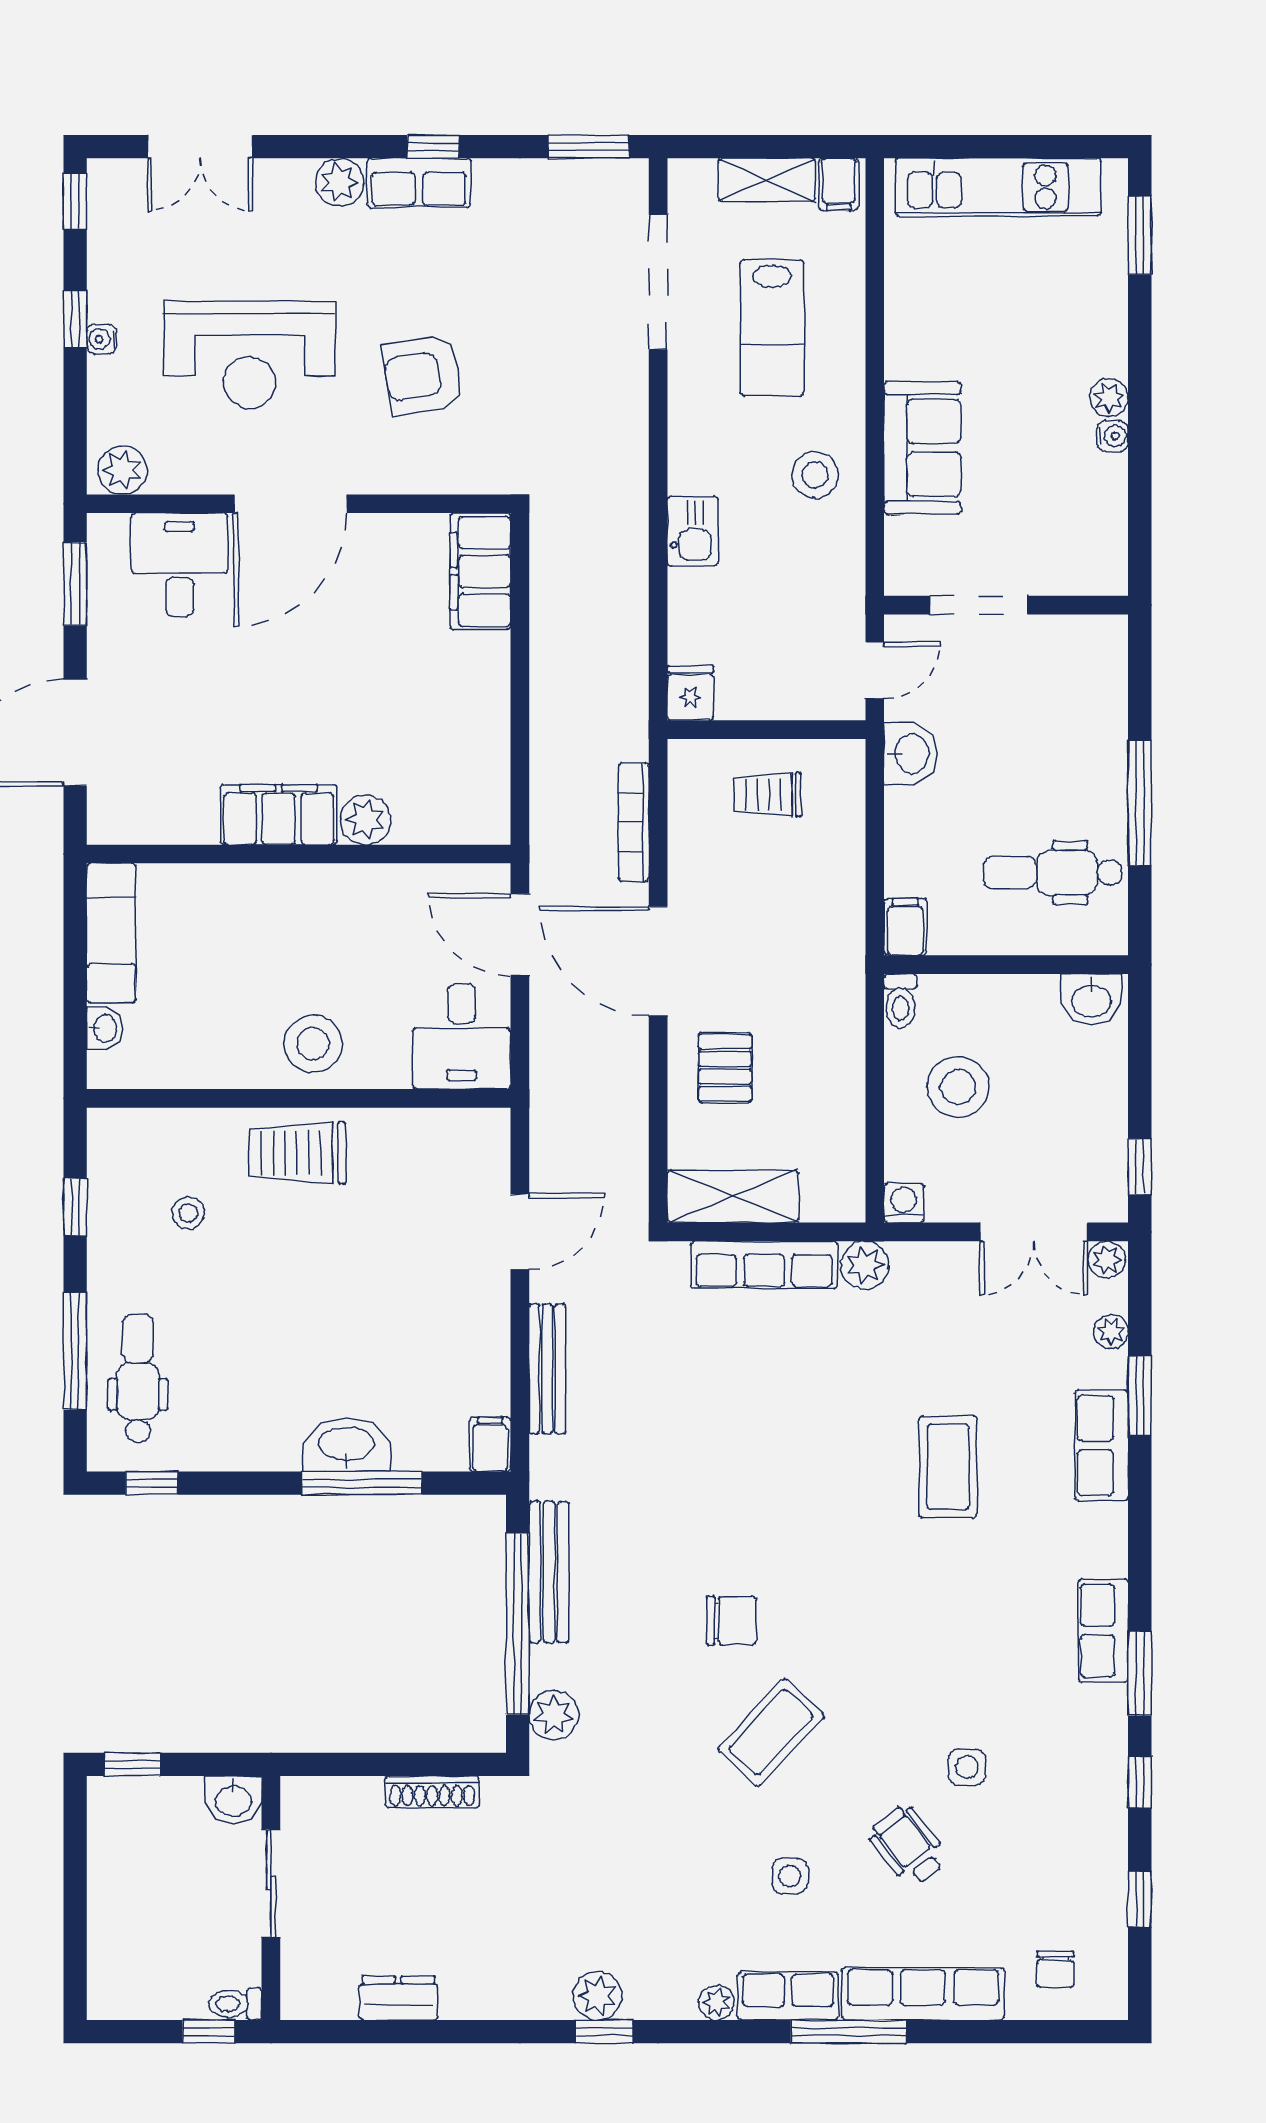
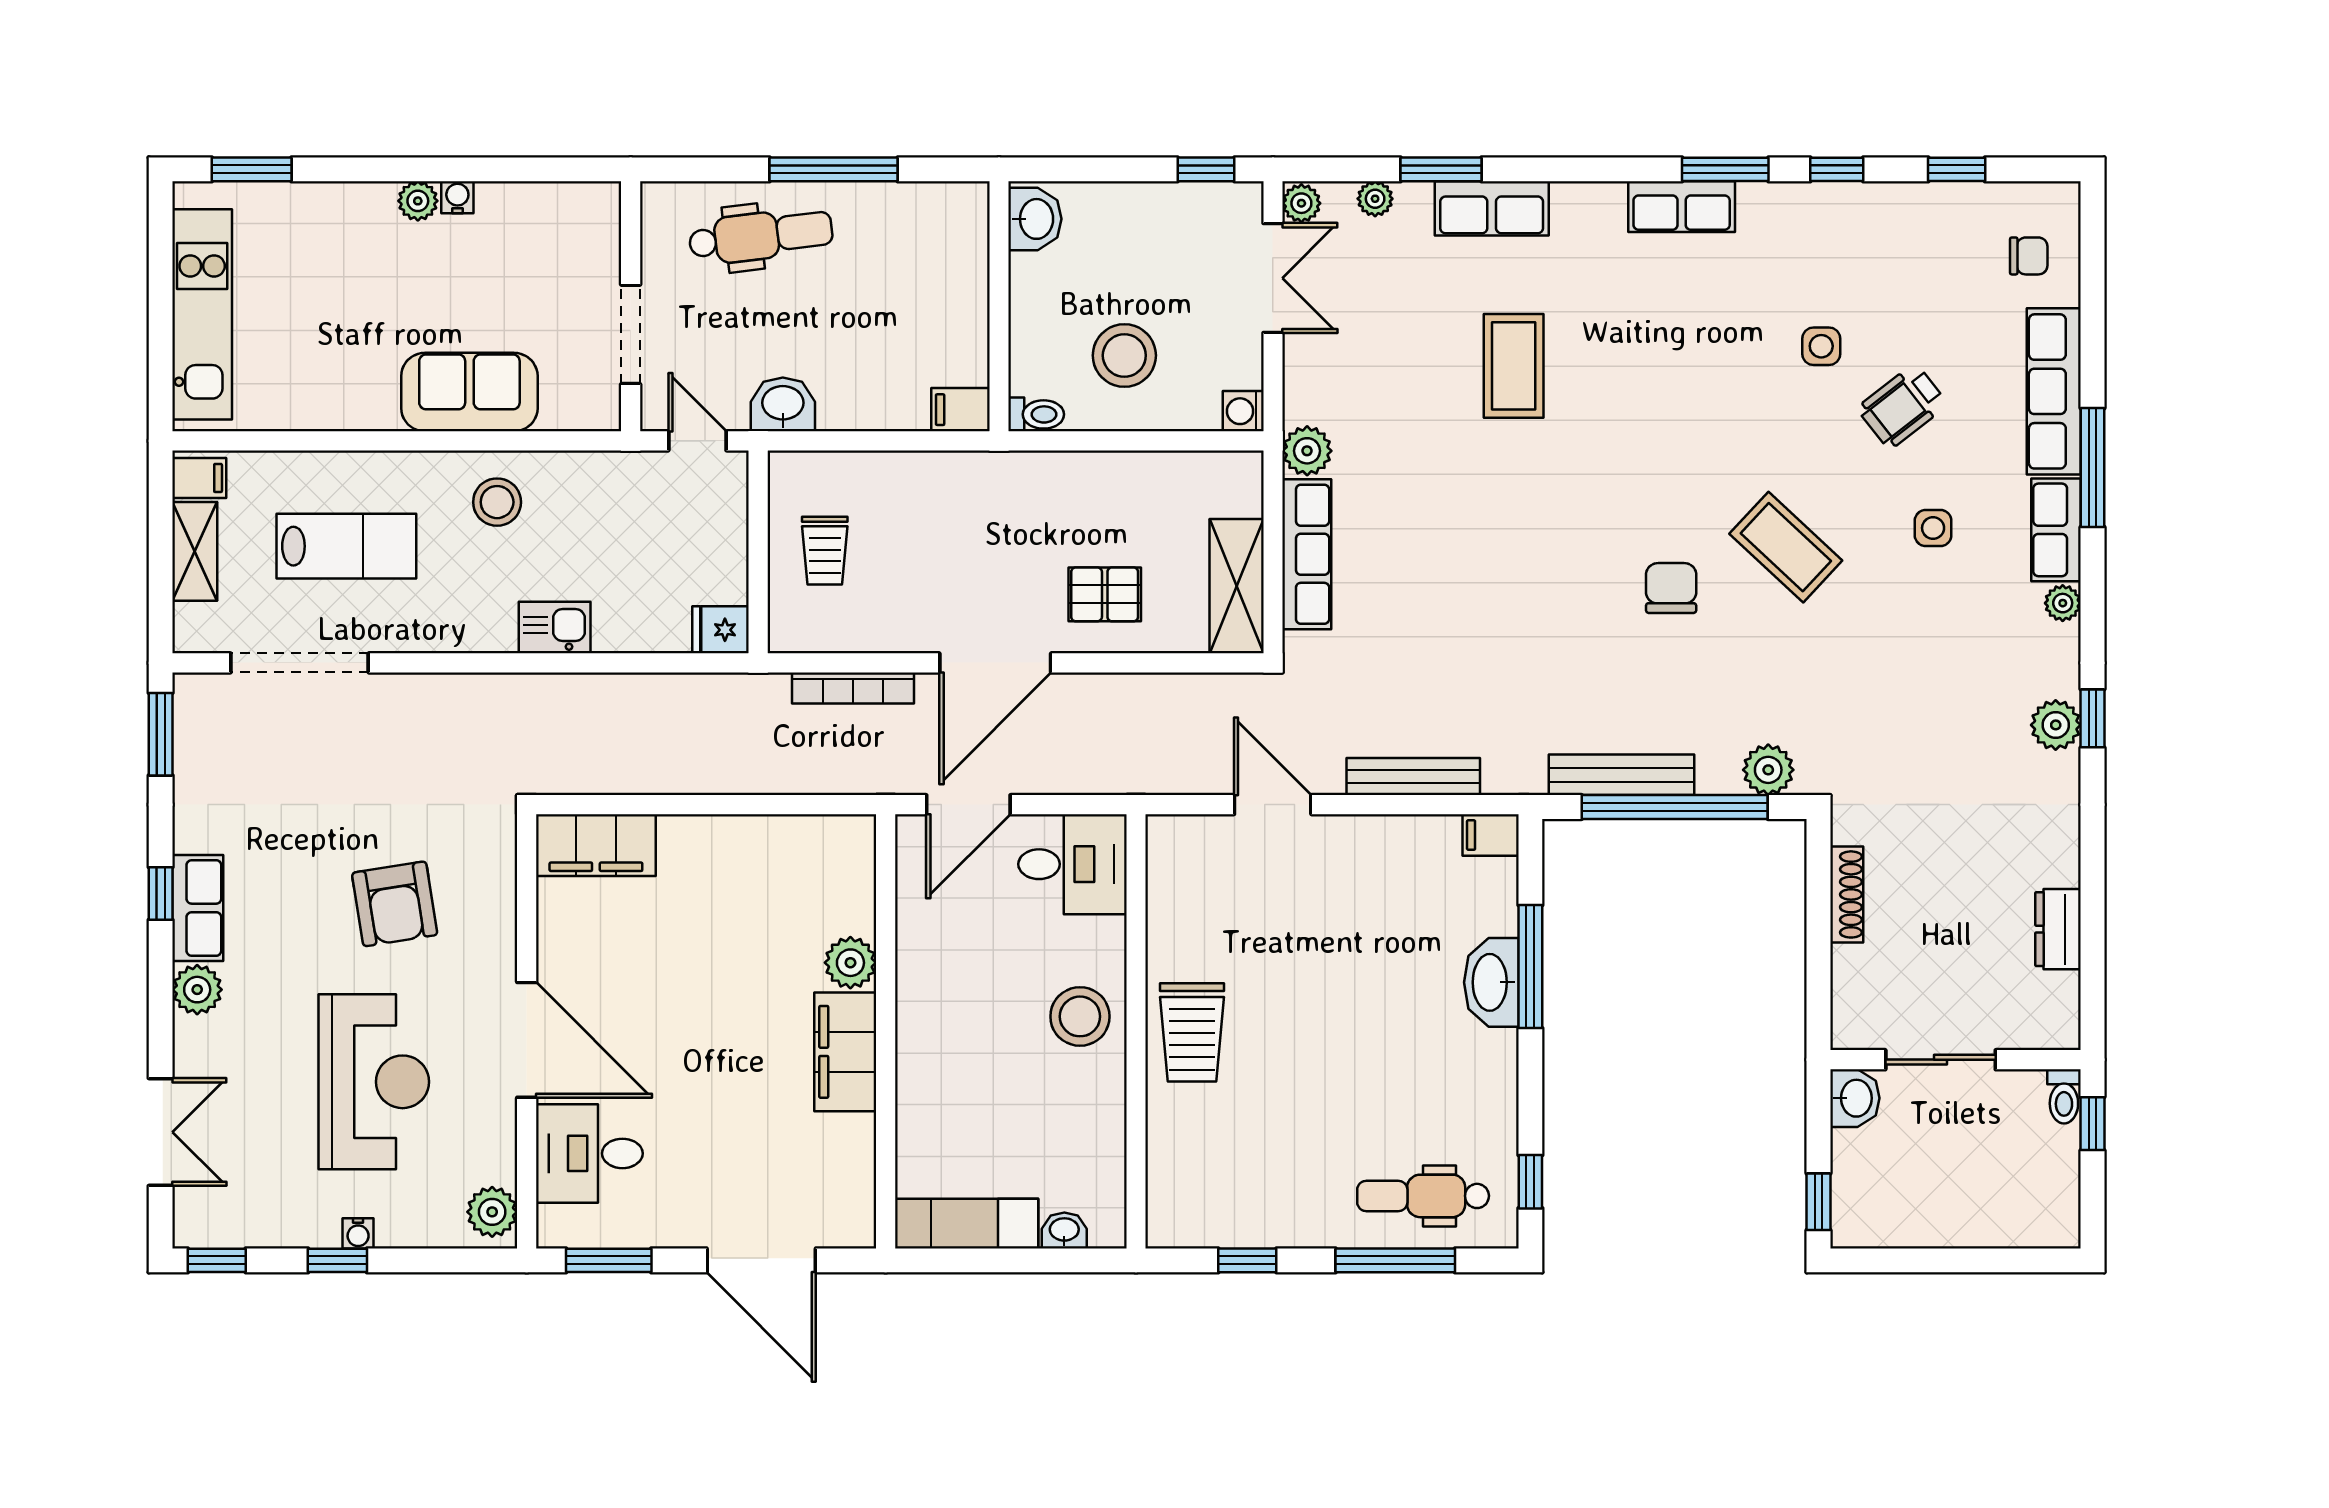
dental chair: (1053, 873) -> (761, 236), moved, turned -97
stool: (188, 1213) -> (1254, 1144), removed
coffee table: (948, 1467) -> (1514, 366), turned 90

